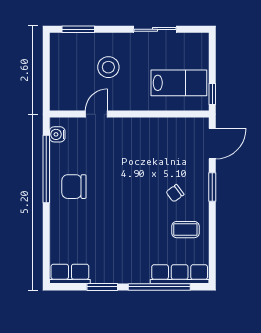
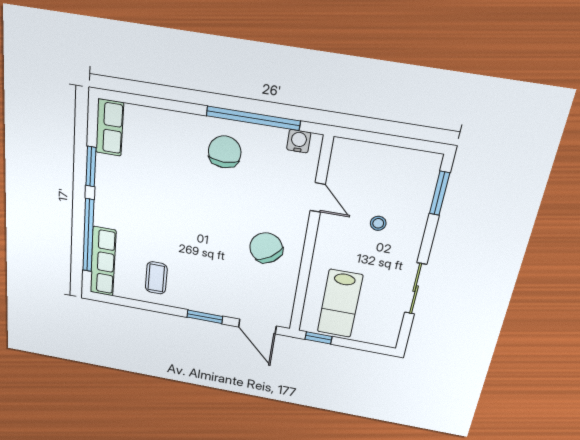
stool: (108, 67) -> (378, 223), width x0.53, depth x0.53
chair: (175, 193) -> (266, 248), moved, width x1.87, depth x1.87

